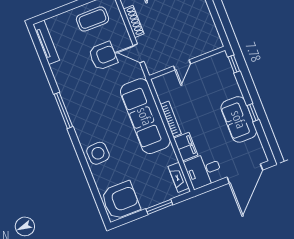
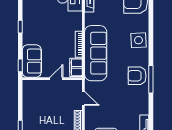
armchair: (103, 56) -> (137, 76), moved
sofa: (239, 119) -> (32, 61), moved
filing cabinet: (186, 147) -> (76, 67), moved

